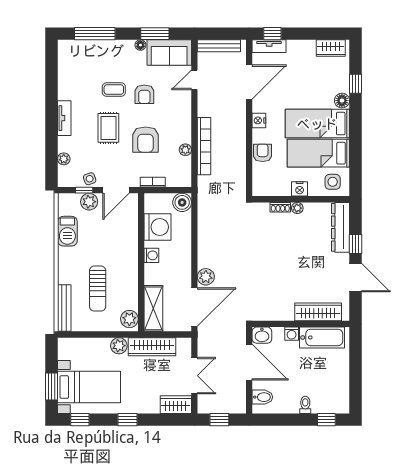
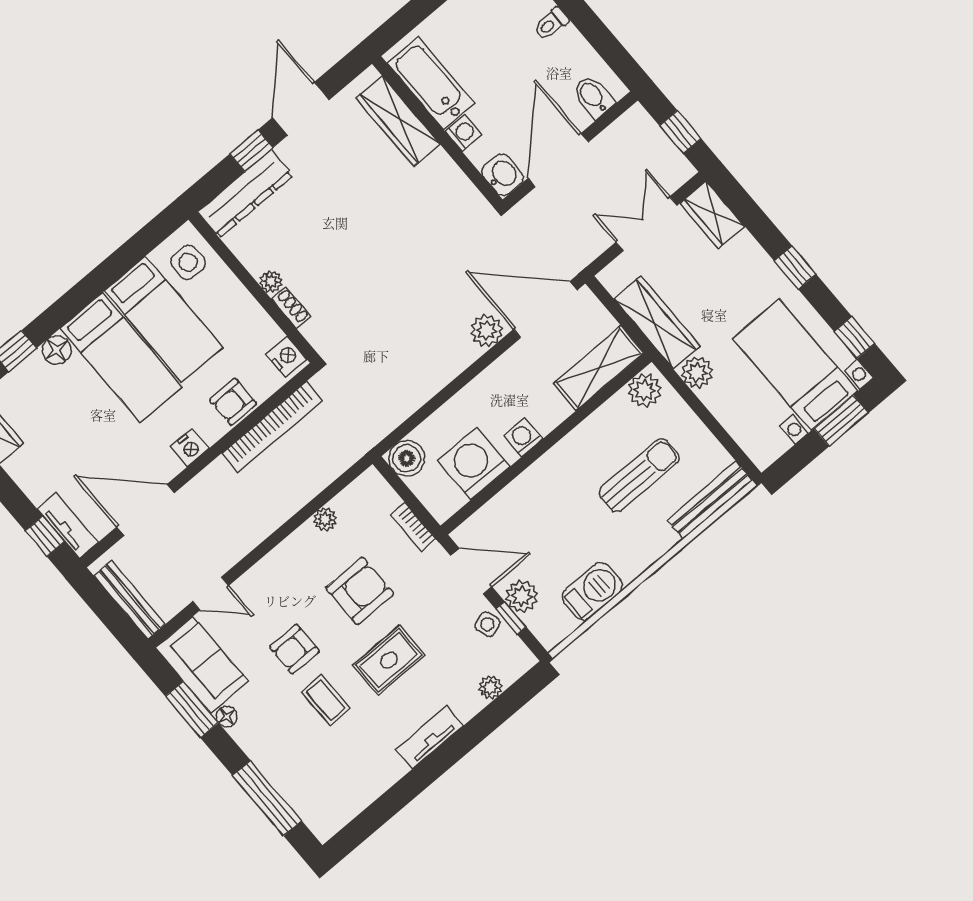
armchair: (144, 94) -> (294, 649), turned 180
bookcase: (204, 146) -> (272, 427), moved, turned 180
nightstand: (300, 189) -> (286, 357), moved

